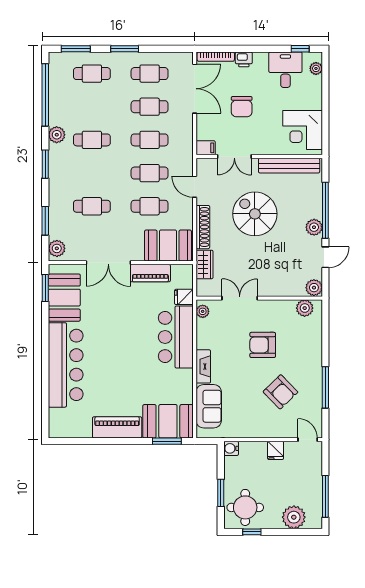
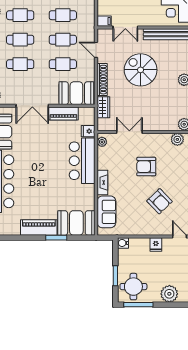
cafe table: (92, 173) -> (20, 40), added
window: (167, 441) -> (56, 238), moved
window: (252, 532) -> (138, 305), width x2.17

